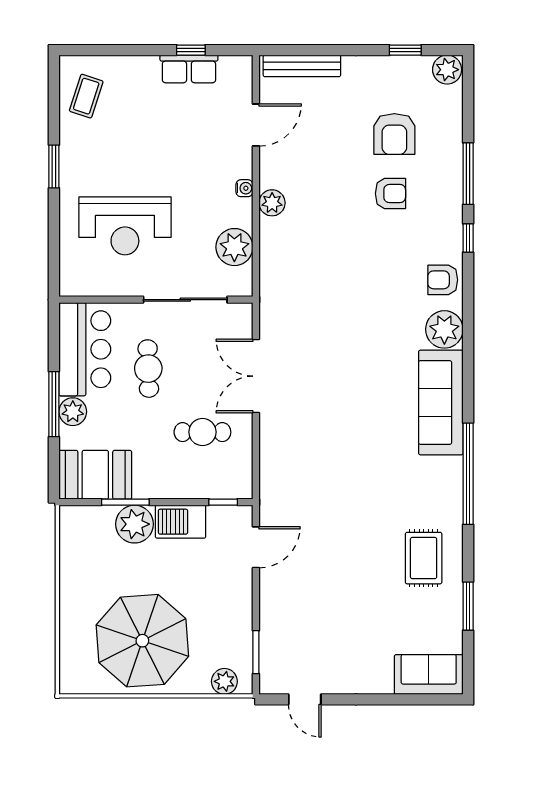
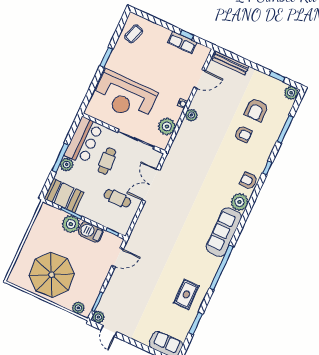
window: (468, 174) -> (285, 129), moved
reception desk: (125, 226) -> (125, 96), width x1.36, depth x1.30
plant: (272, 681) -> (98, 317), added

